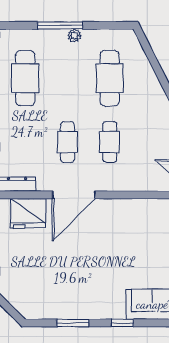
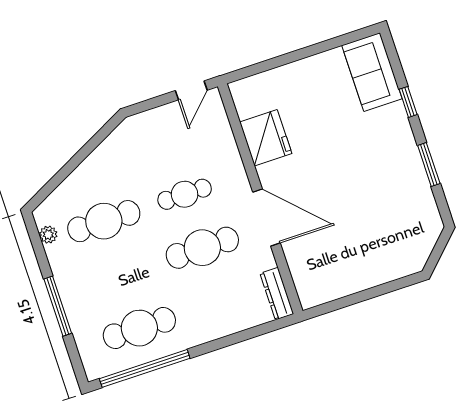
plant: (74, 35) -> (48, 235), moved
cafe table: (67, 142) -> (202, 248), width x1.37, depth x1.35
fridge: (28, 213) -> (266, 138), moved

